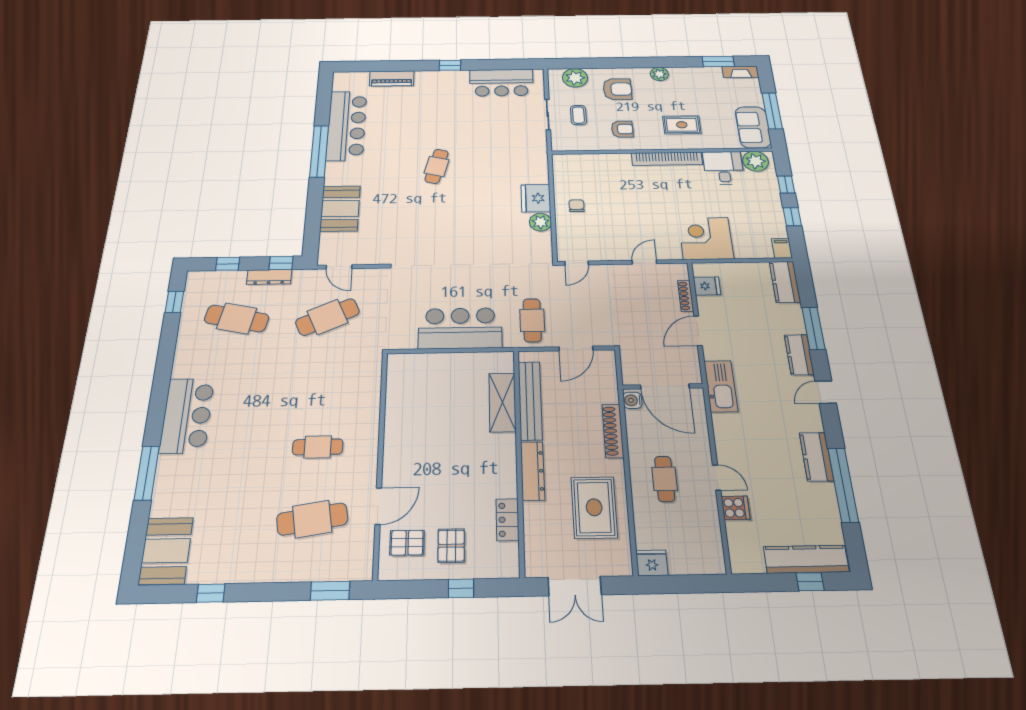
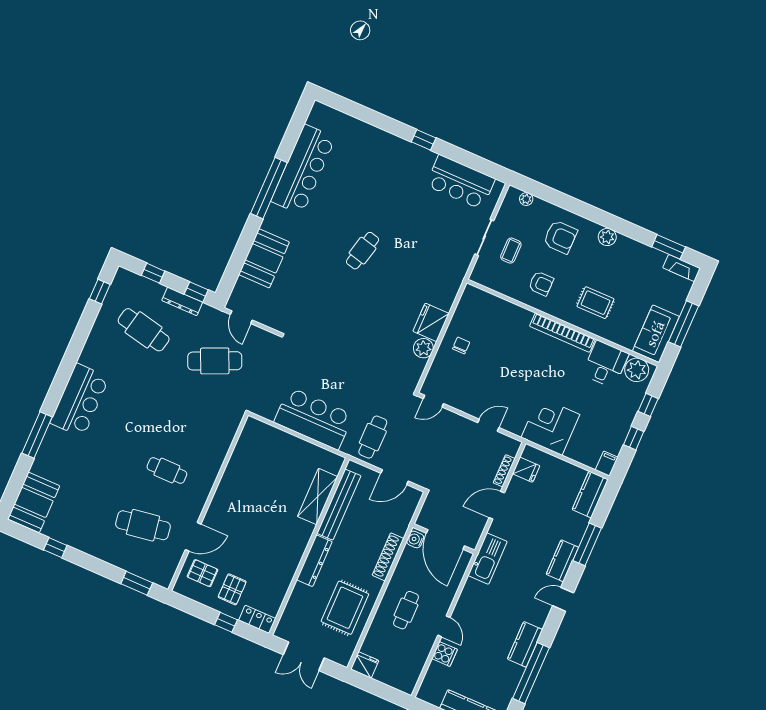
piano: (392, 78) -> (365, 132), removed
plant: (575, 78) -> (526, 199), width x0.53, depth x0.53
locker: (507, 520) -> (257, 619), moved, turned 90

